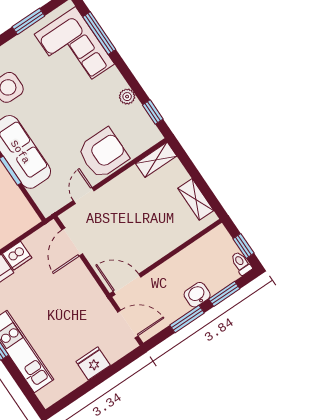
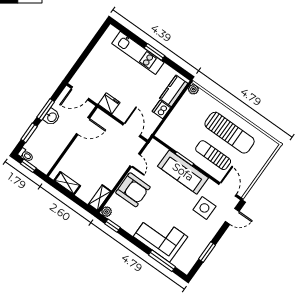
corner sofa: (74, 49) -> (161, 237), moved
plant: (127, 97) -> (107, 212), moved
armchair: (103, 153) -> (133, 190), turned -90
door: (127, 284) -> (83, 126), moved
washbasin: (197, 295) -> (52, 117), moved
fridge: (93, 363) -> (109, 103), moved, turned -90

